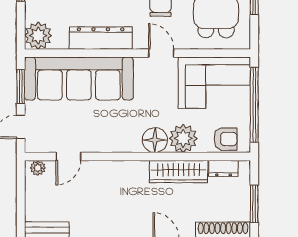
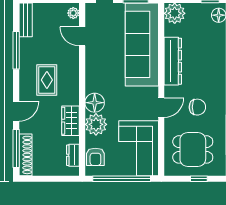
wardrobe: (178, 172) -> (71, 121), width x0.67
rug: (125, 203) -> (47, 80), added
window: (254, 204) -> (46, 179), removed

